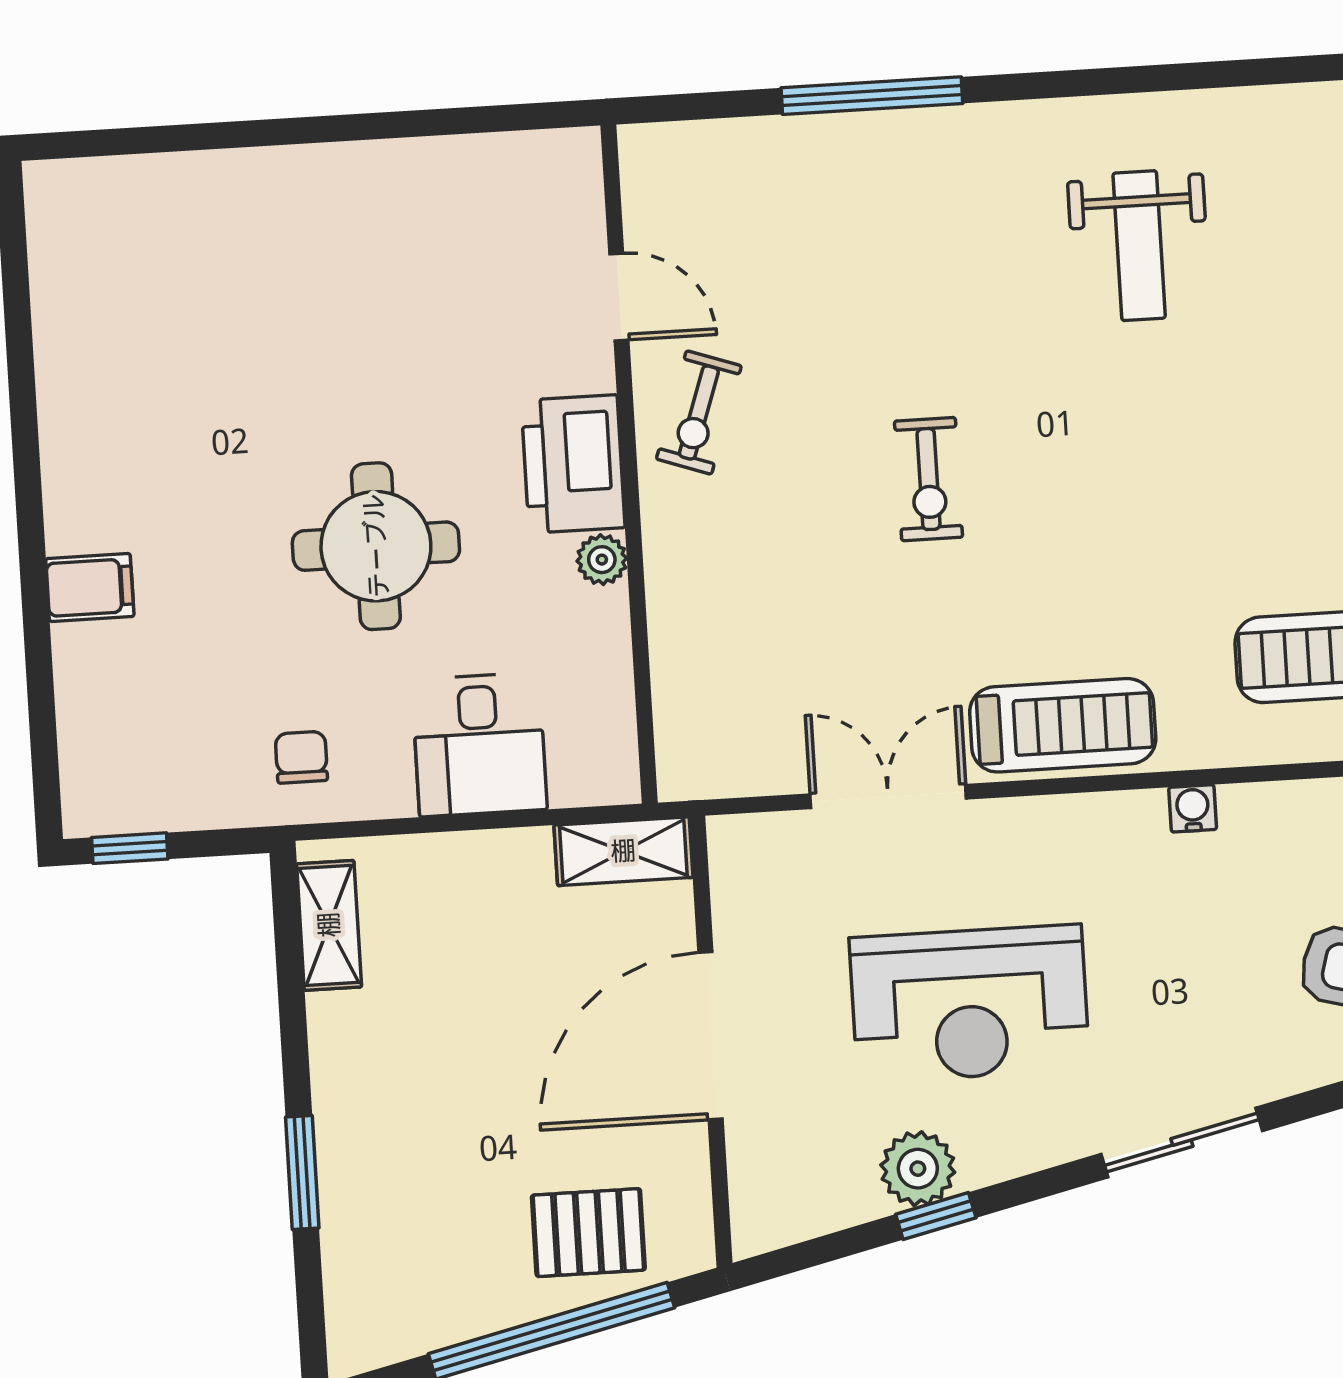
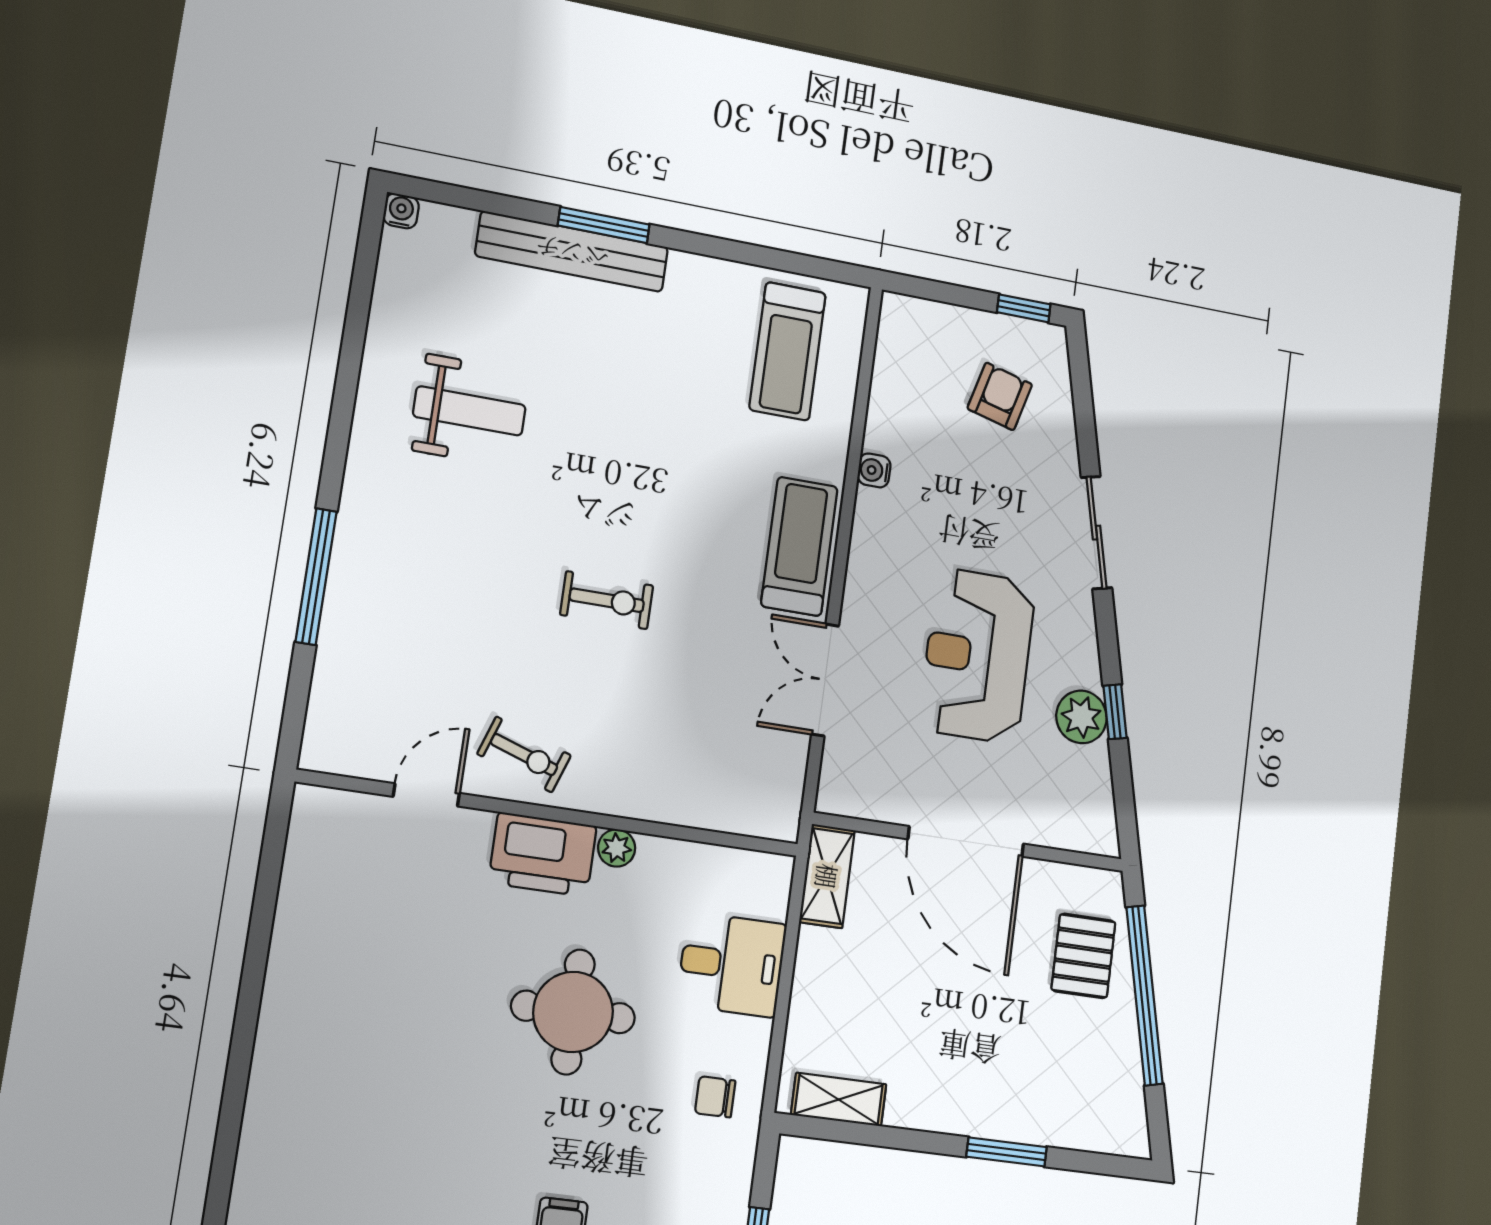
reception desk: (970, 1004) -> (977, 656), turned 180

